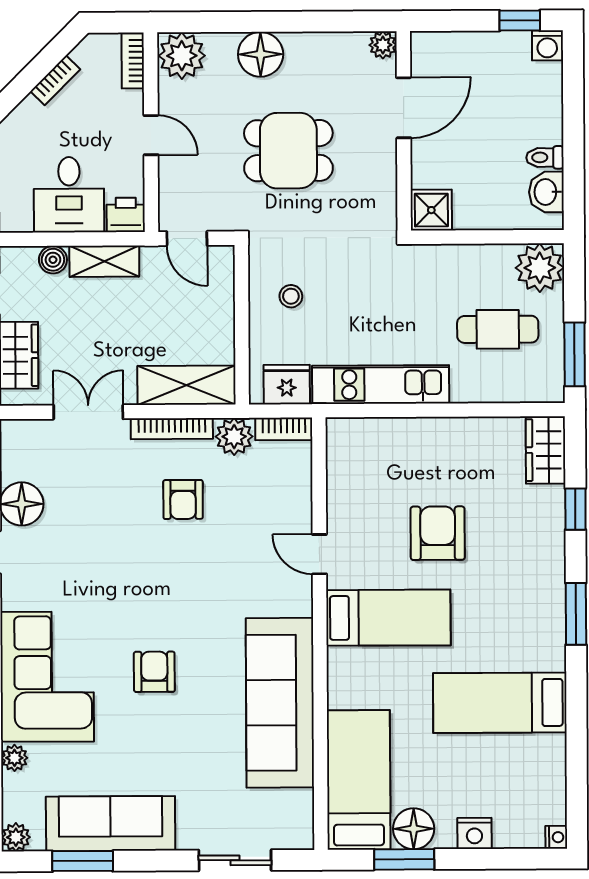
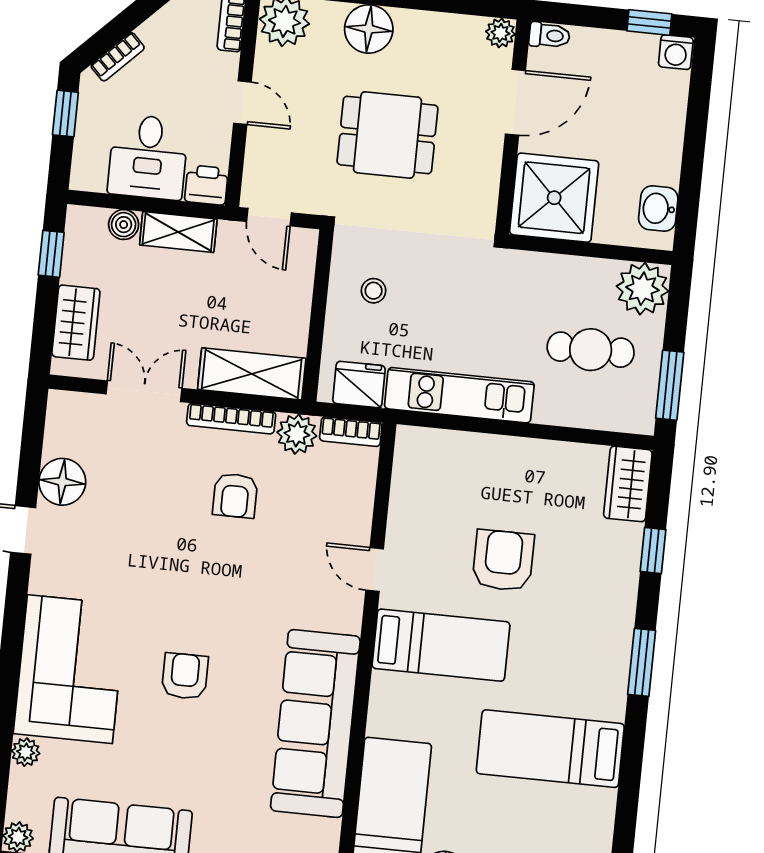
bookcase: (55, 80) -> (118, 57), moved
toilet: (545, 157) -> (549, 35), moved, turned 180
shower: (431, 210) -> (554, 198), width x1.86, depth x1.86

